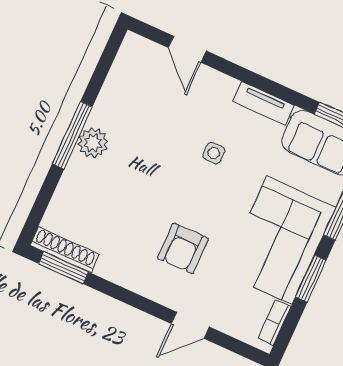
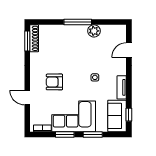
plant: (93, 143) -> (94, 31), moved

